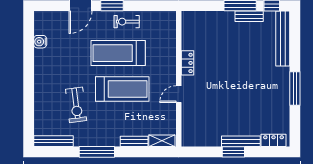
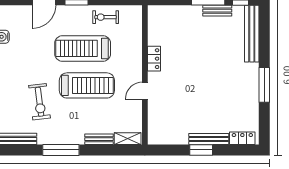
exercise bike: (127, 22) -> (106, 17), moved

